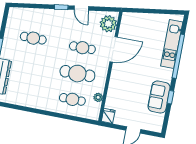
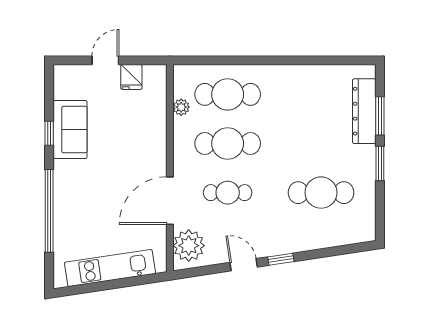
cafe table: (33, 38) -> (321, 193), width x1.37, depth x1.35
kitchen unit: (172, 44) -> (110, 268), moved, turned -99
cafe table: (72, 99) -> (228, 94), width x1.37, depth x1.35
fridge: (108, 116) -> (131, 77), moved

